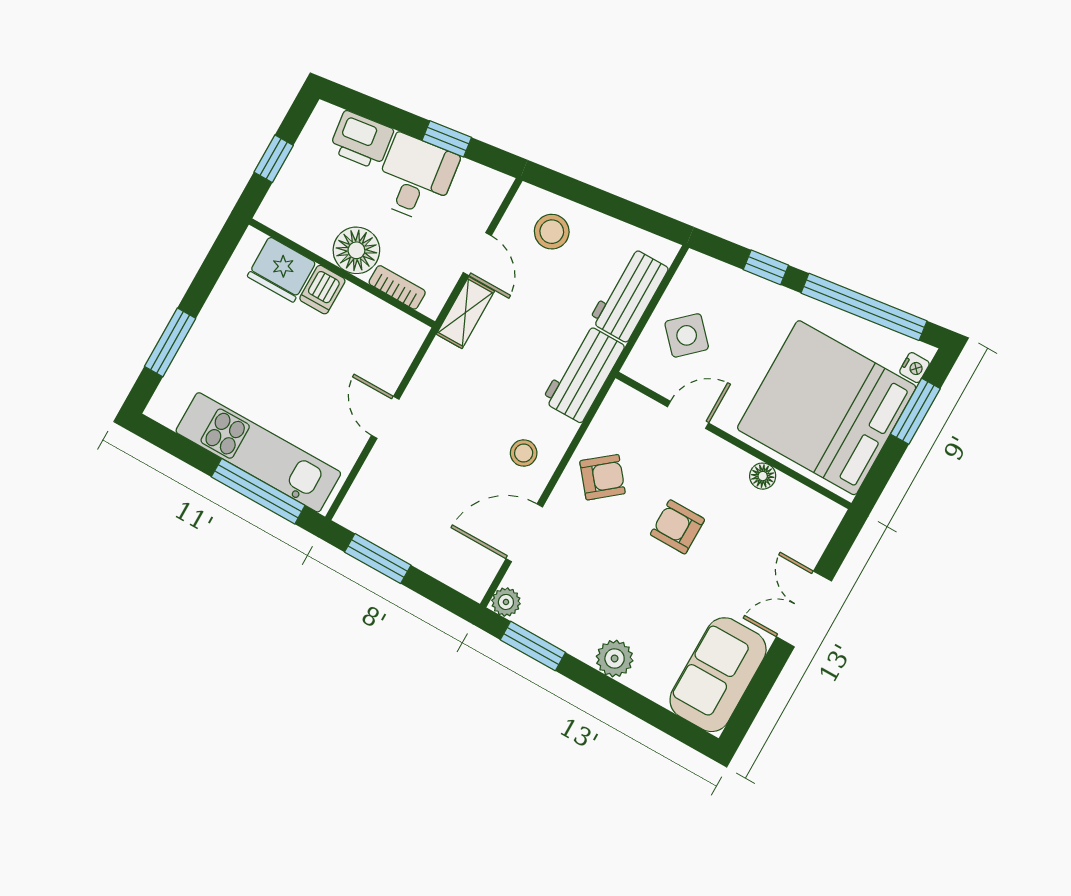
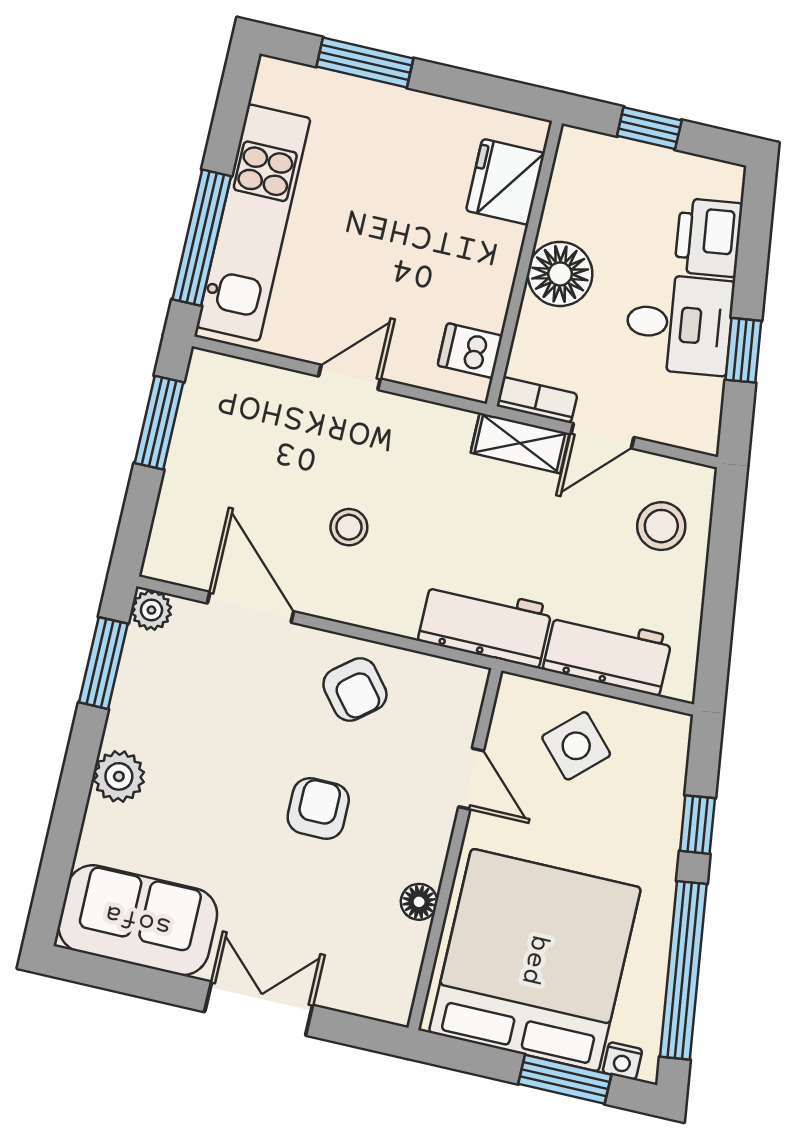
bookcase: (397, 287) -> (537, 400), moved, turned -90
dishwasher: (322, 290) -> (470, 351), moved
stool: (524, 453) -> (349, 527), moved

